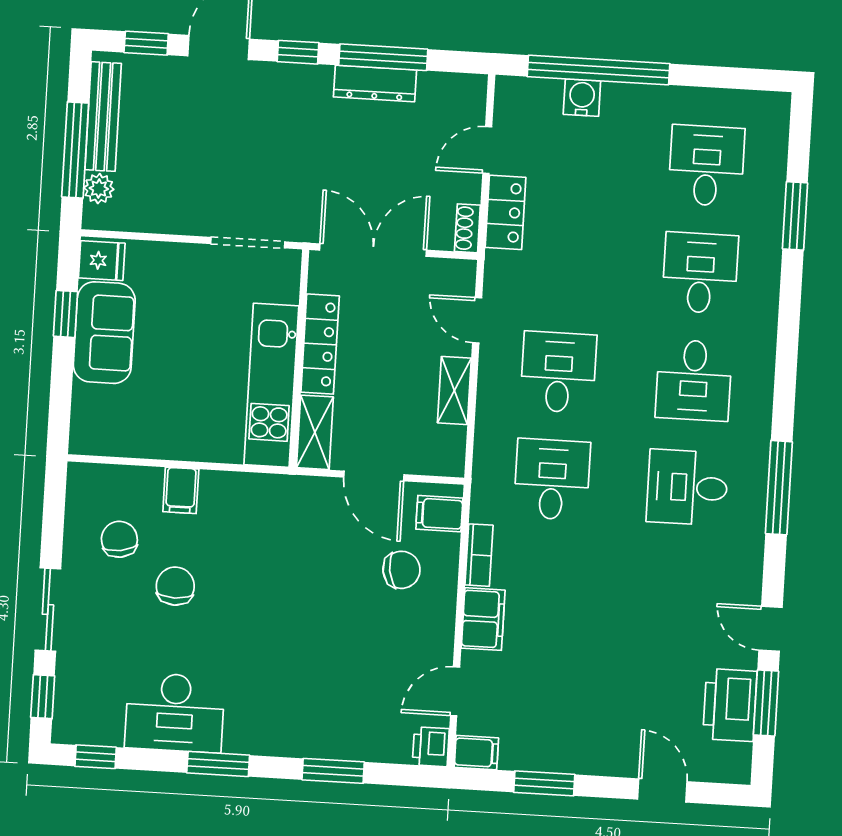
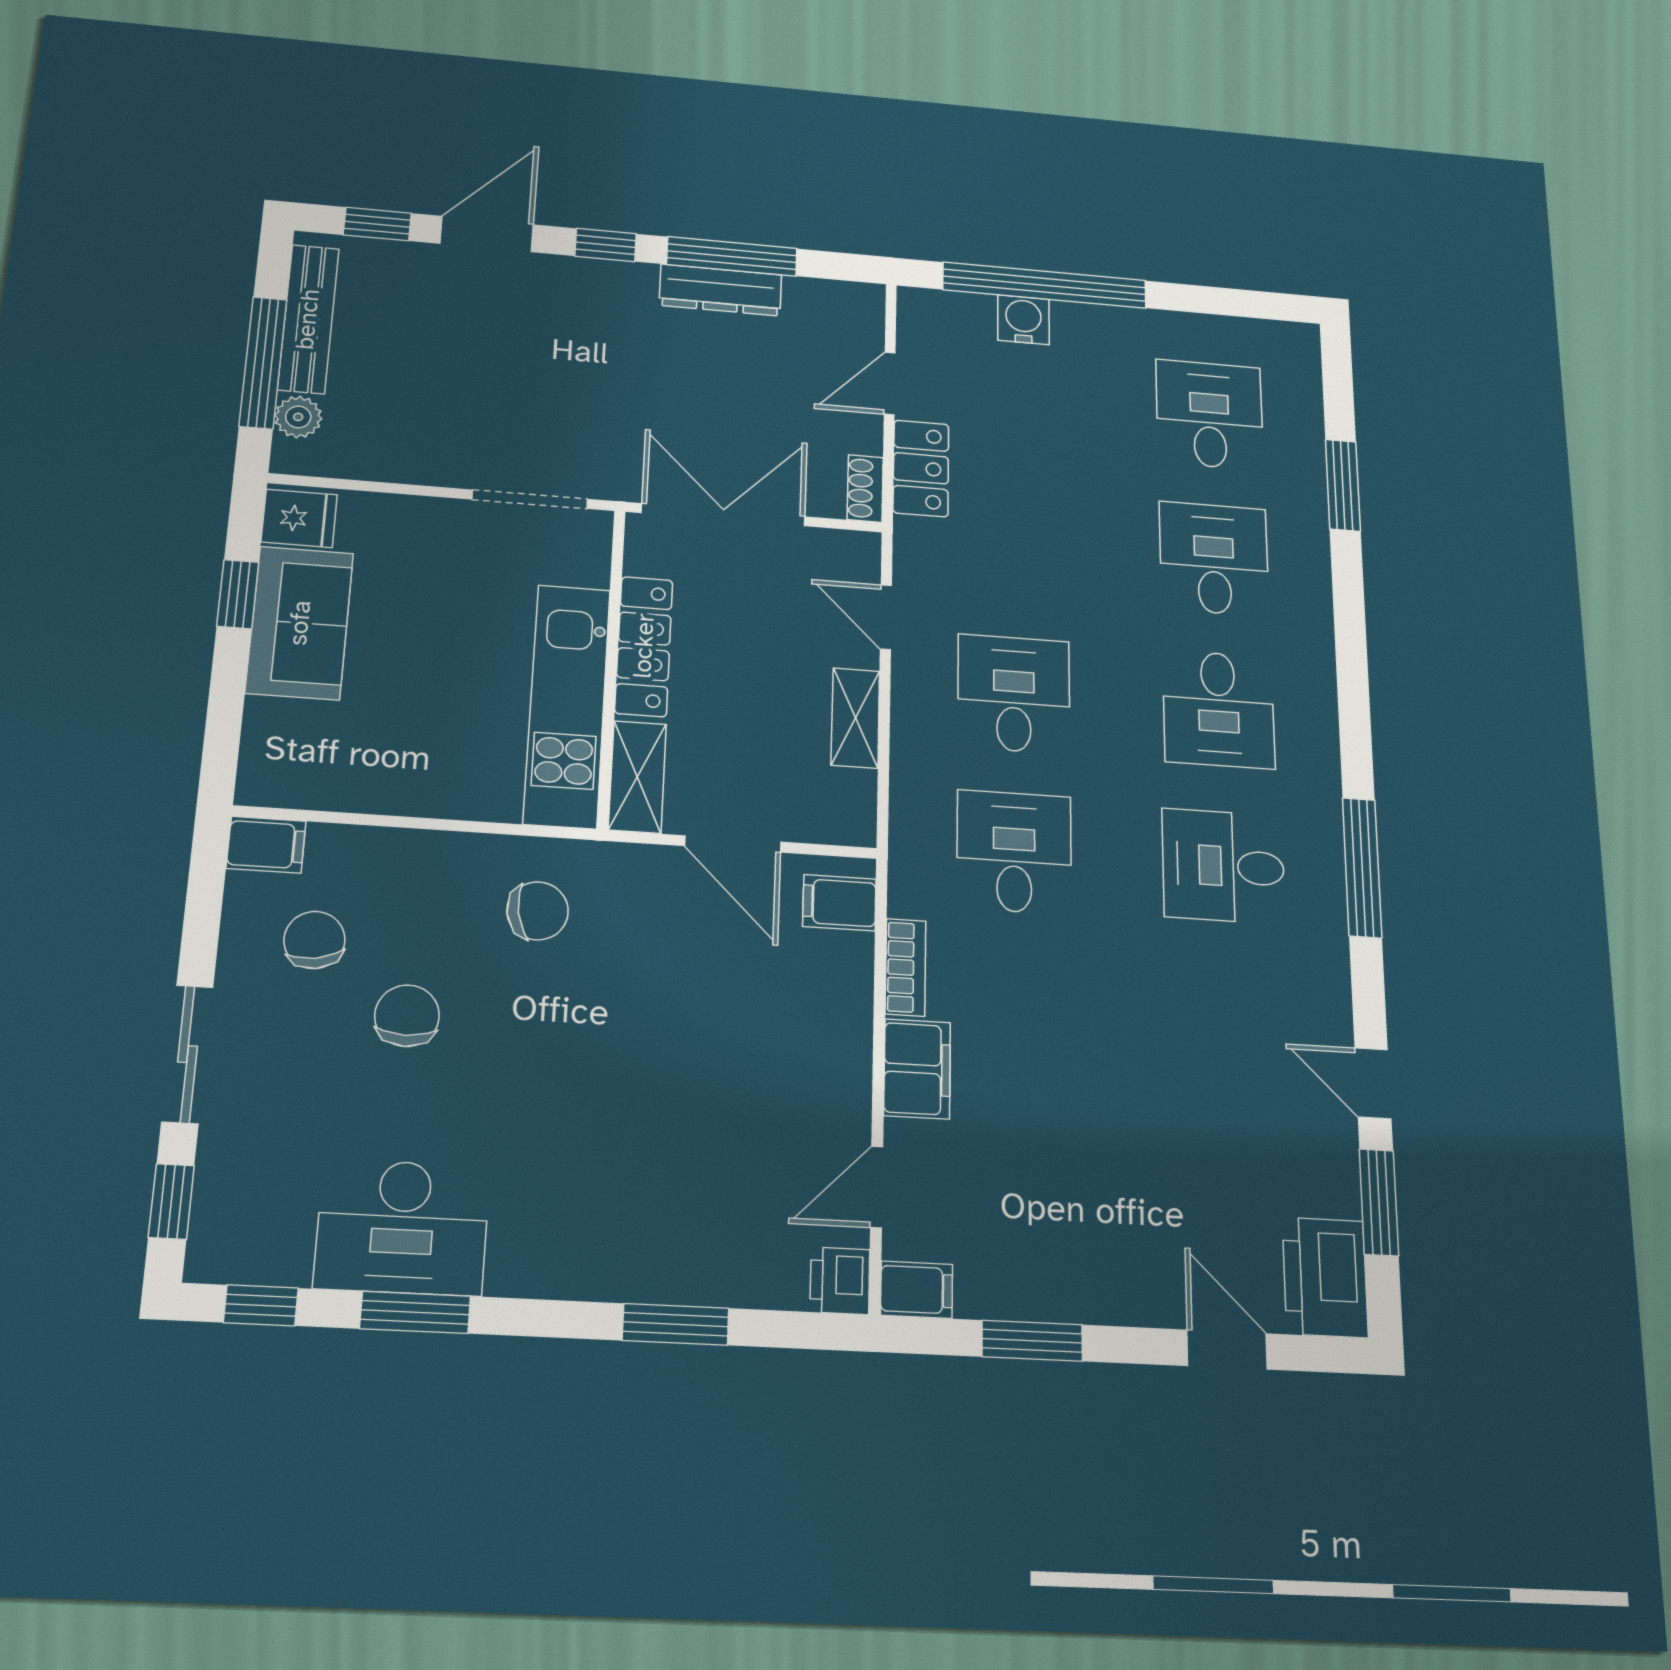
filing cabinet: (181, 490) -> (266, 845), moved, turned -90
chair: (401, 570) -> (538, 911), moved
printer: (730, 705) -> (1325, 1277), moved
window: (218, 764) -> (415, 1312), moved

